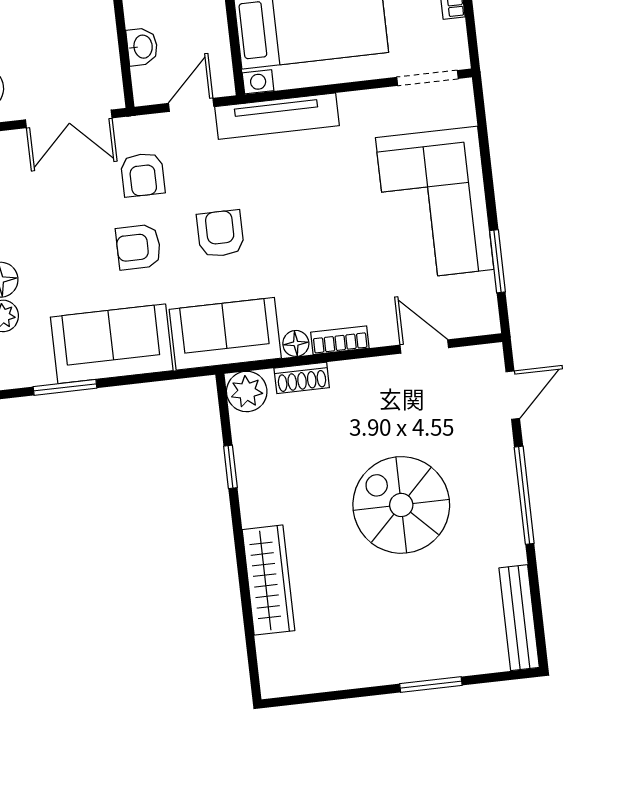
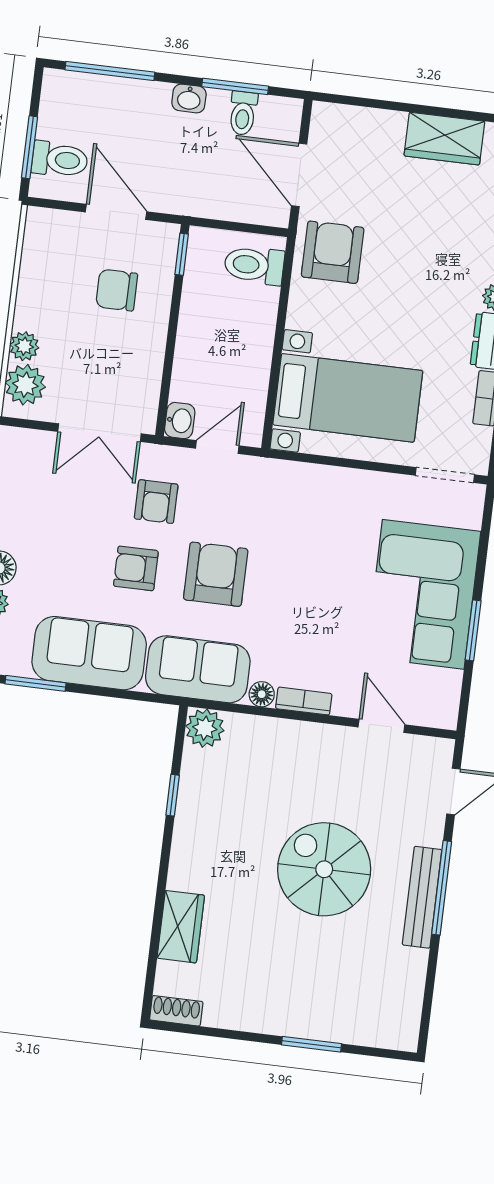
washbasin: (142, 47) -> (180, 421), moved
tv unit: (277, 116) -> (295, 477), removed
armchair: (220, 234) -> (216, 574), width x1.38, depth x1.38
window: (498, 261) -> (473, 630), moved
shoe rack: (302, 378) -> (176, 1011), moved, turned 180
wardrobe: (269, 580) -> (181, 927), width x0.67
bench: (519, 618) -> (422, 897), moved

